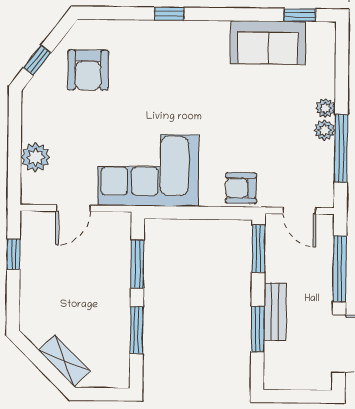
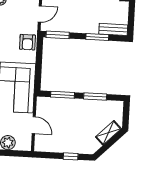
window: (14, 254) -> (71, 156), moved
bench: (275, 312) -> (113, 29), moved

